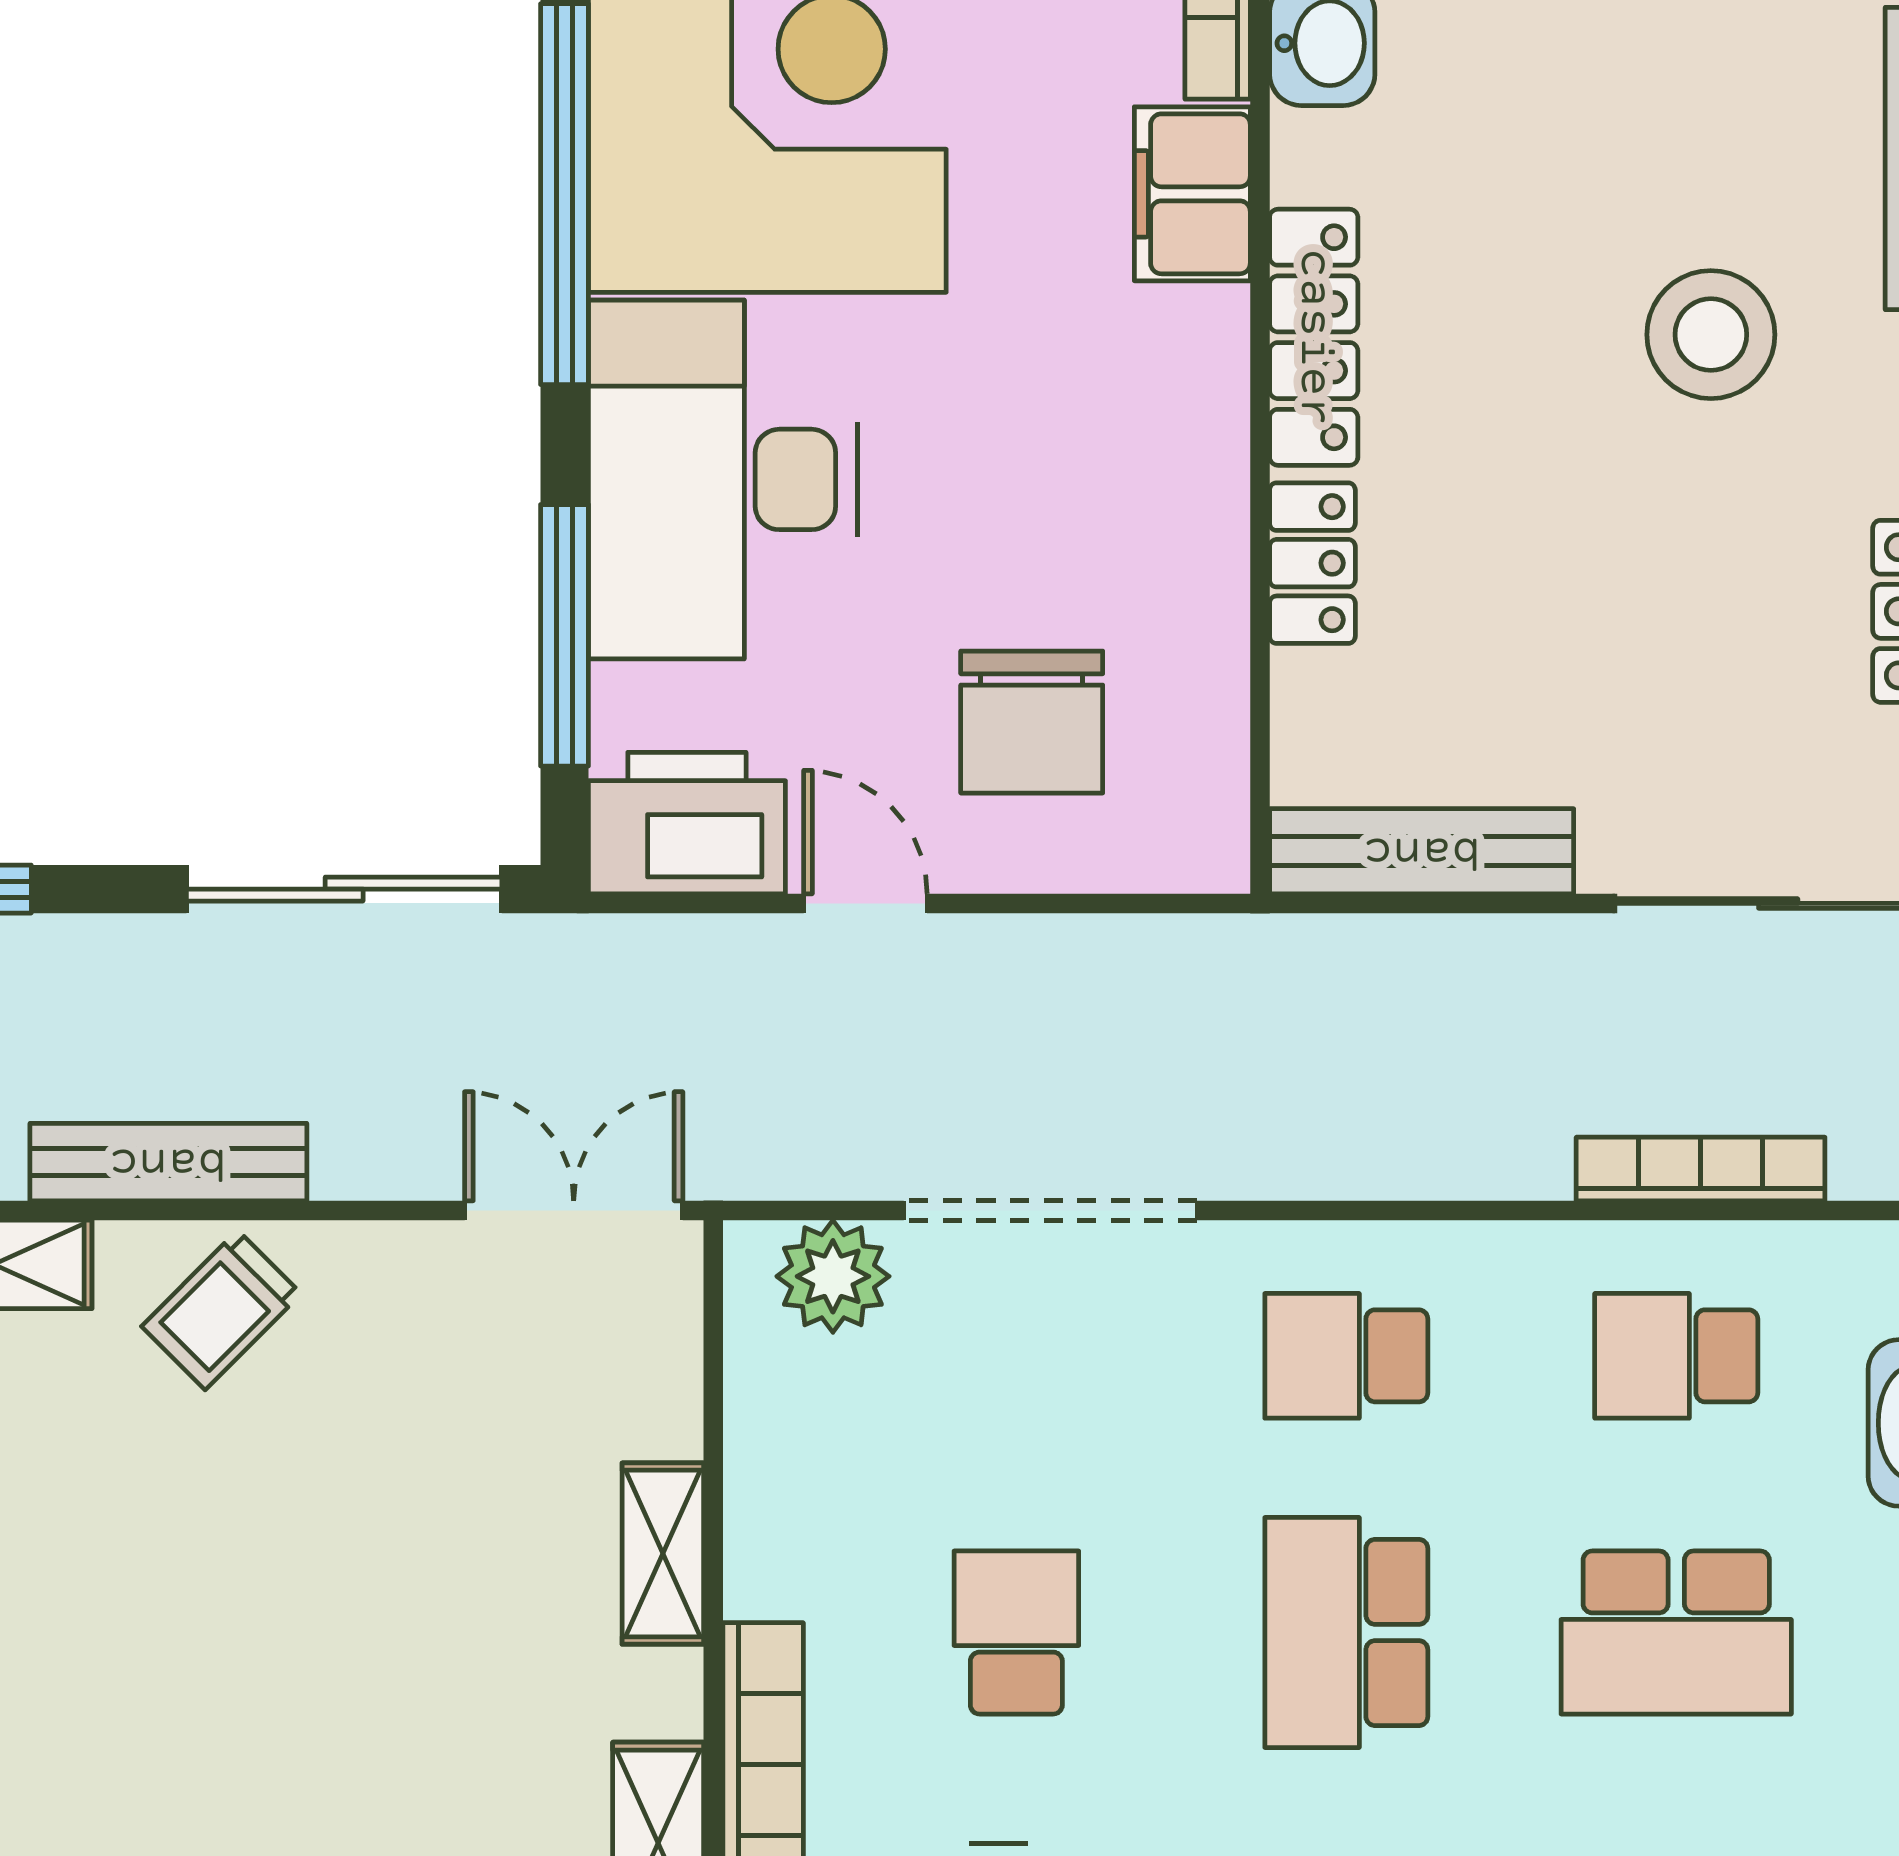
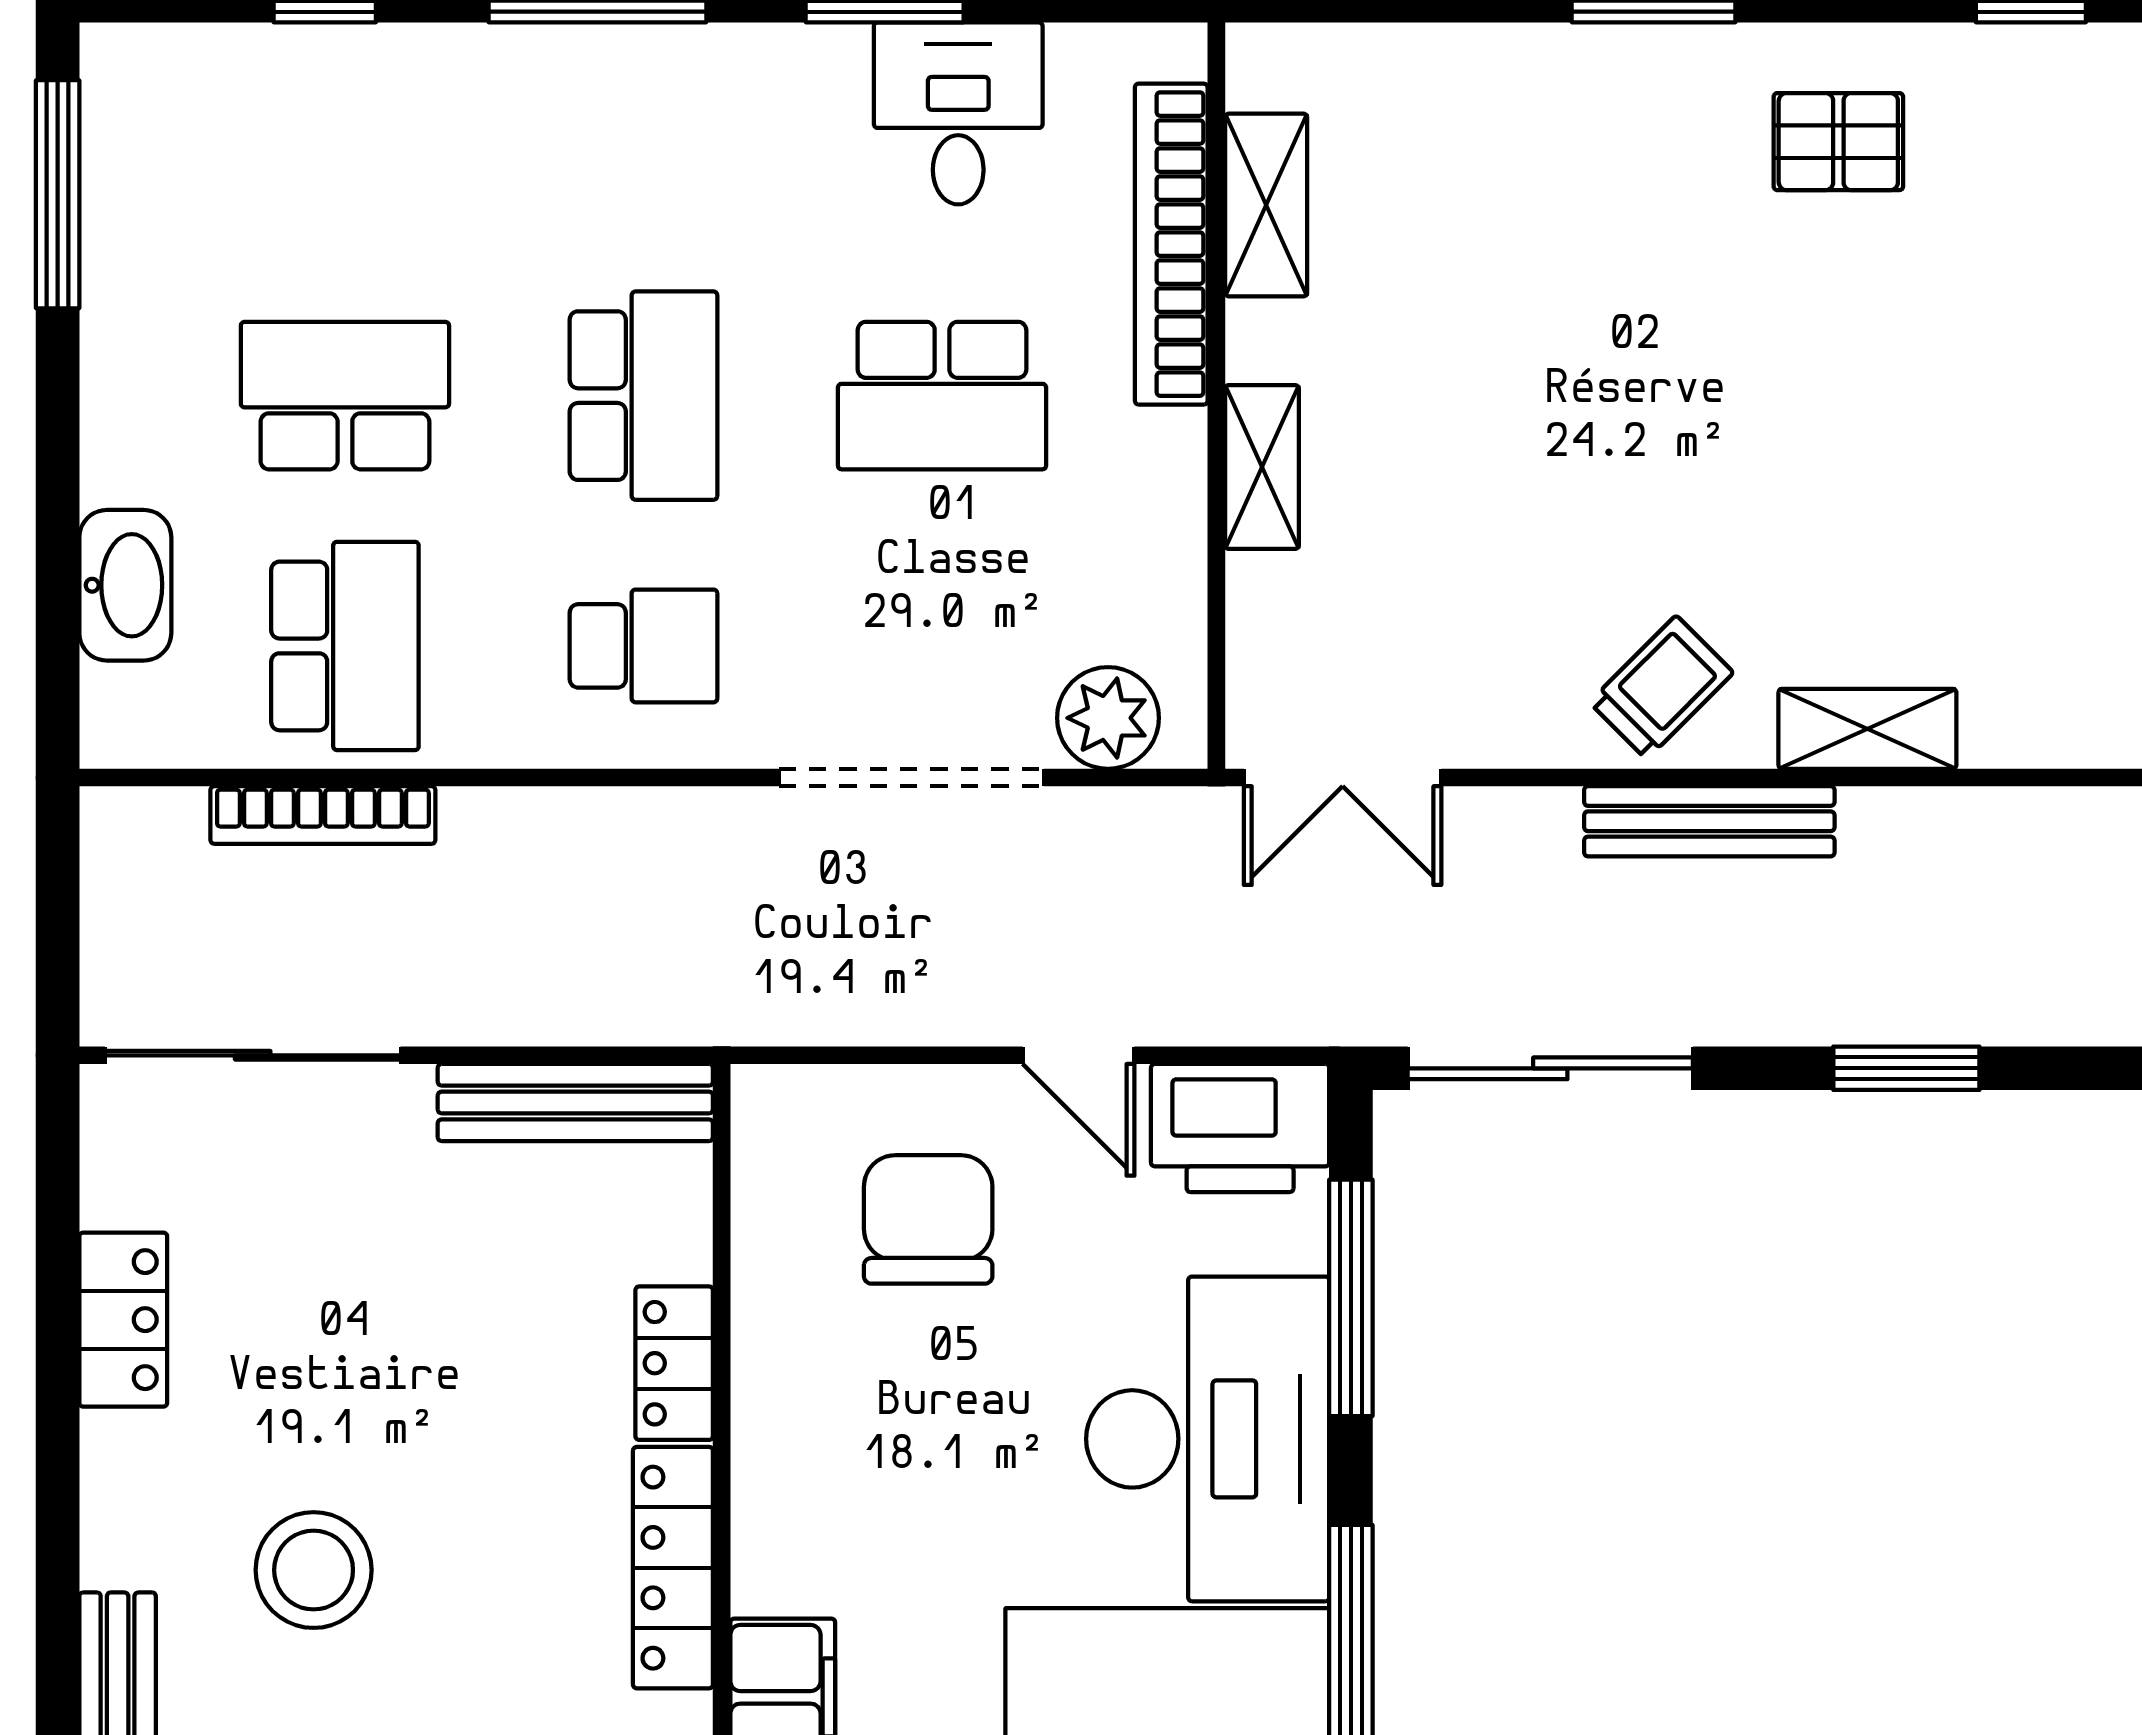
school desk: (1676, 1356) -> (345, 646), width x1.85
school desk: (1016, 1633) -> (942, 396), width x1.85

